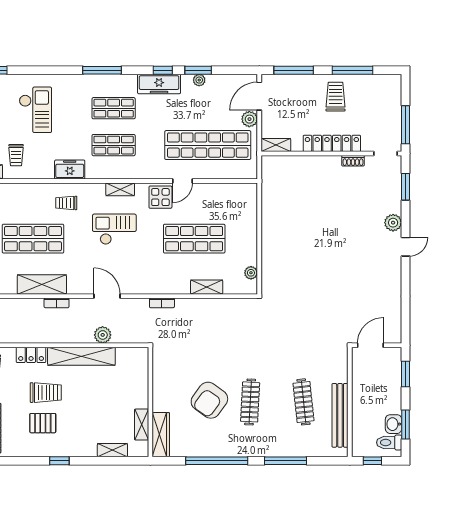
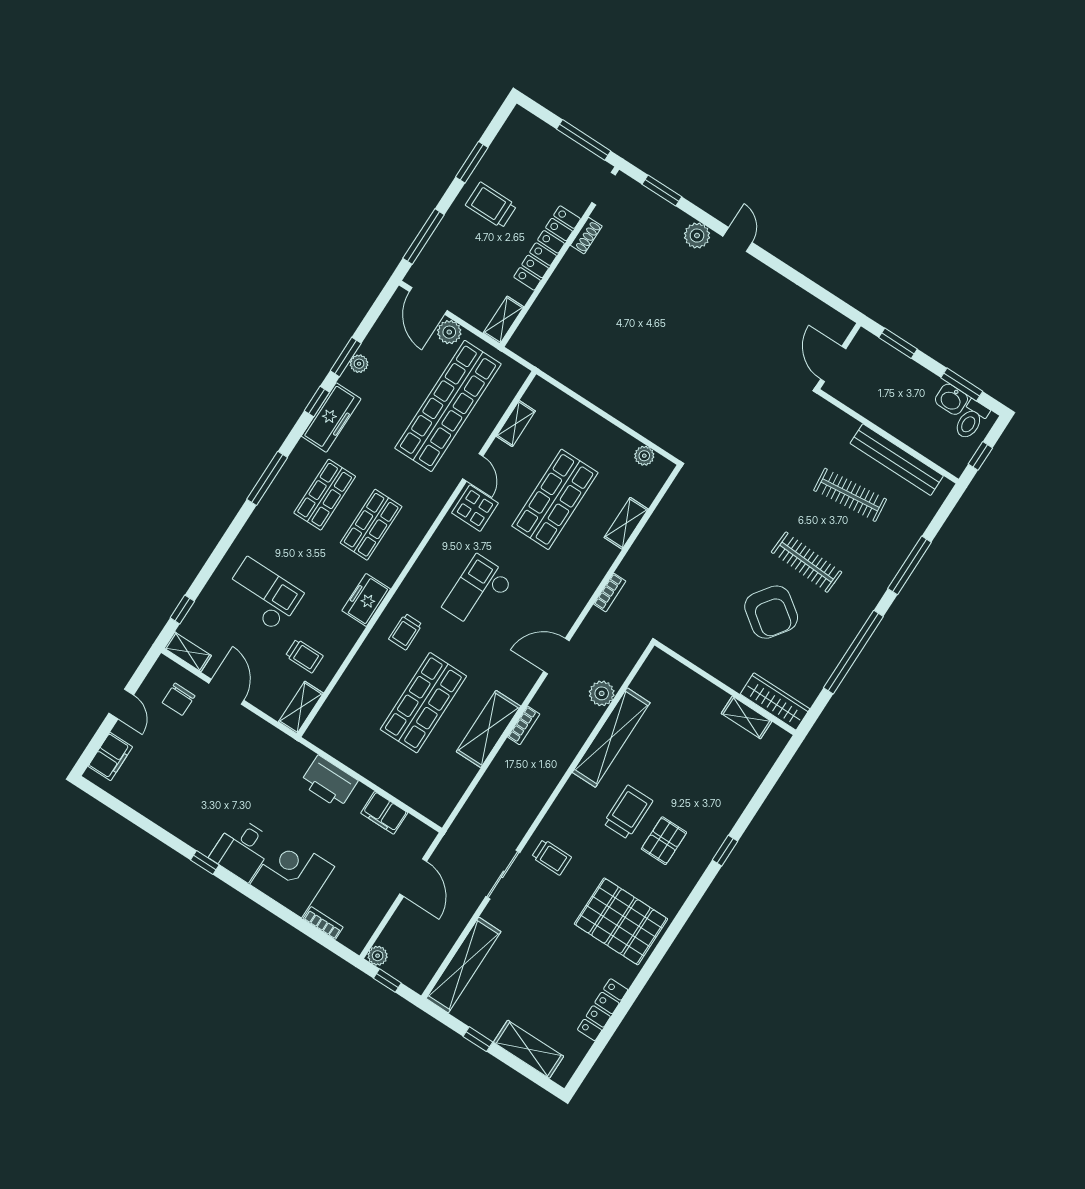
window: (353, 70) -> (472, 162), width x0.69
shelving: (120, 189) -> (516, 424), moved
locker: (31, 355) -> (568, 800), removed
shelving: (112, 450) -> (755, 775), removed

